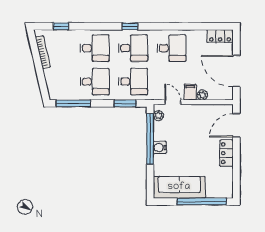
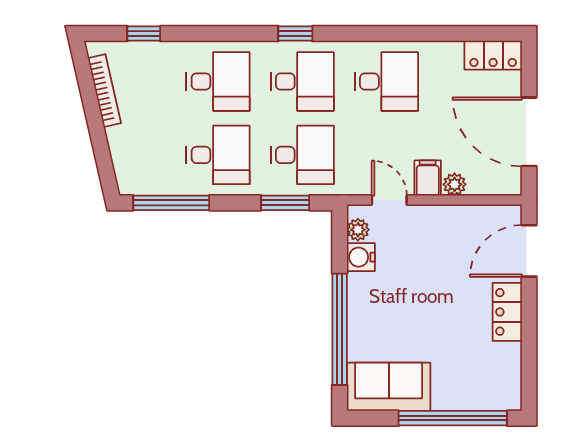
window: (150, 139) -> (340, 329), moved
water cooler: (160, 147) -> (361, 257), moved
sofa: (179, 187) -> (389, 387), width x0.73

